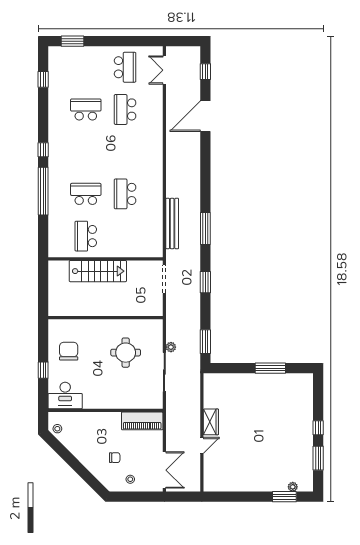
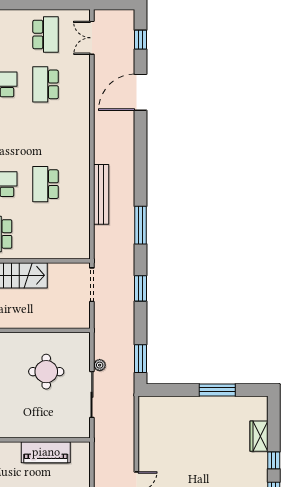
bench: (172, 224) -> (101, 194), moved
piano: (142, 421) -> (46, 452), moved
wardrobe: (211, 422) -> (259, 436), moved, turned 180

